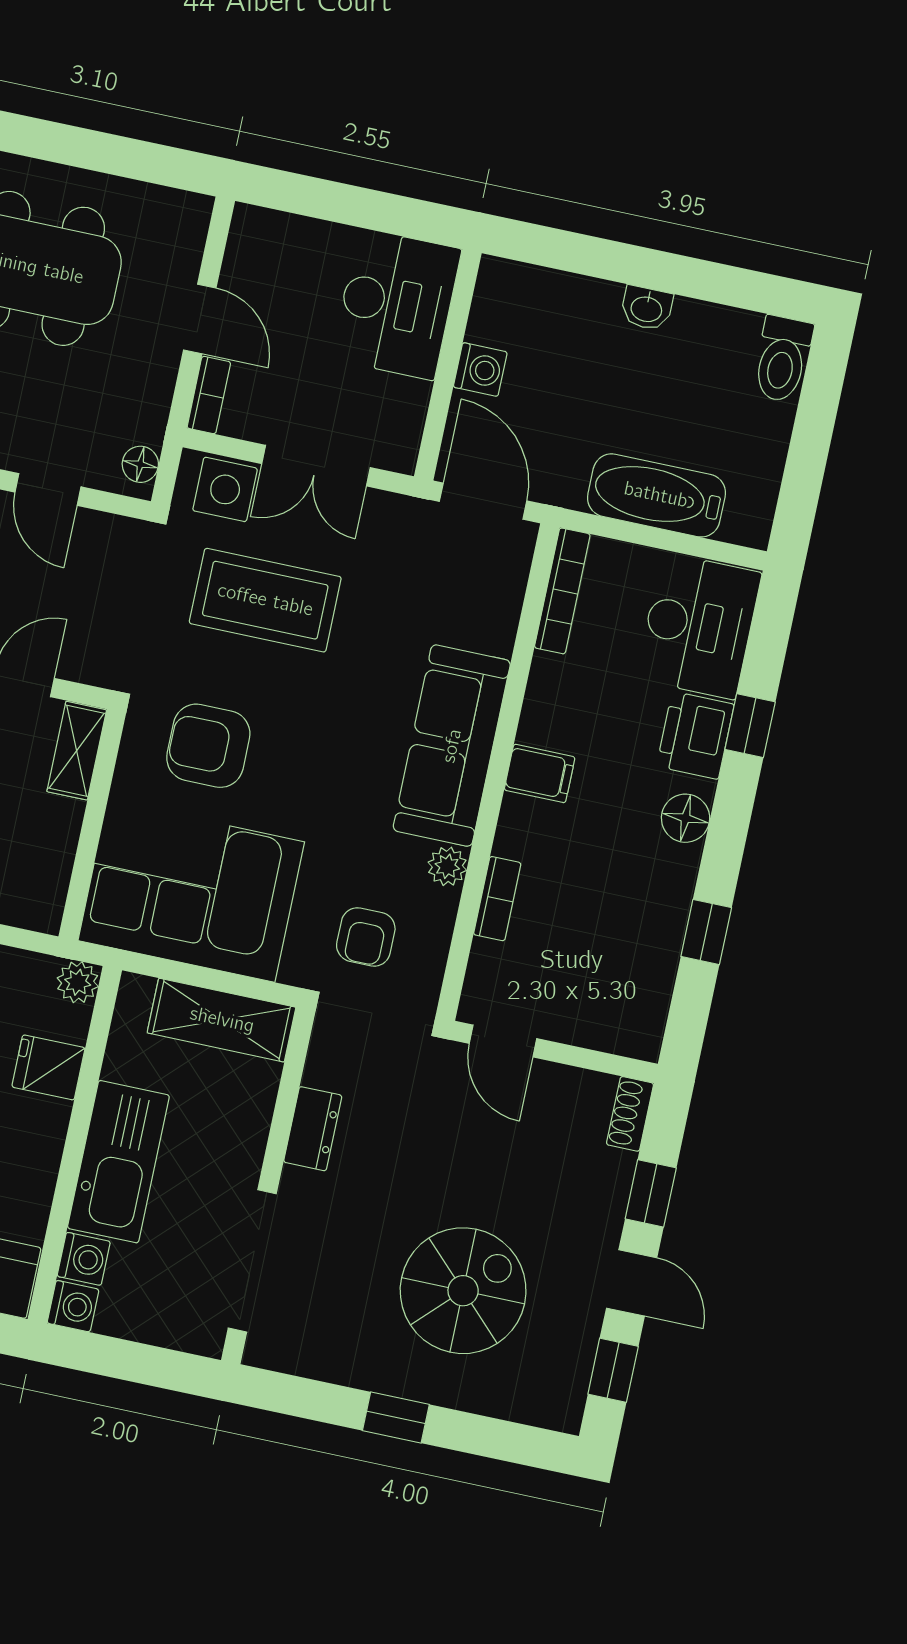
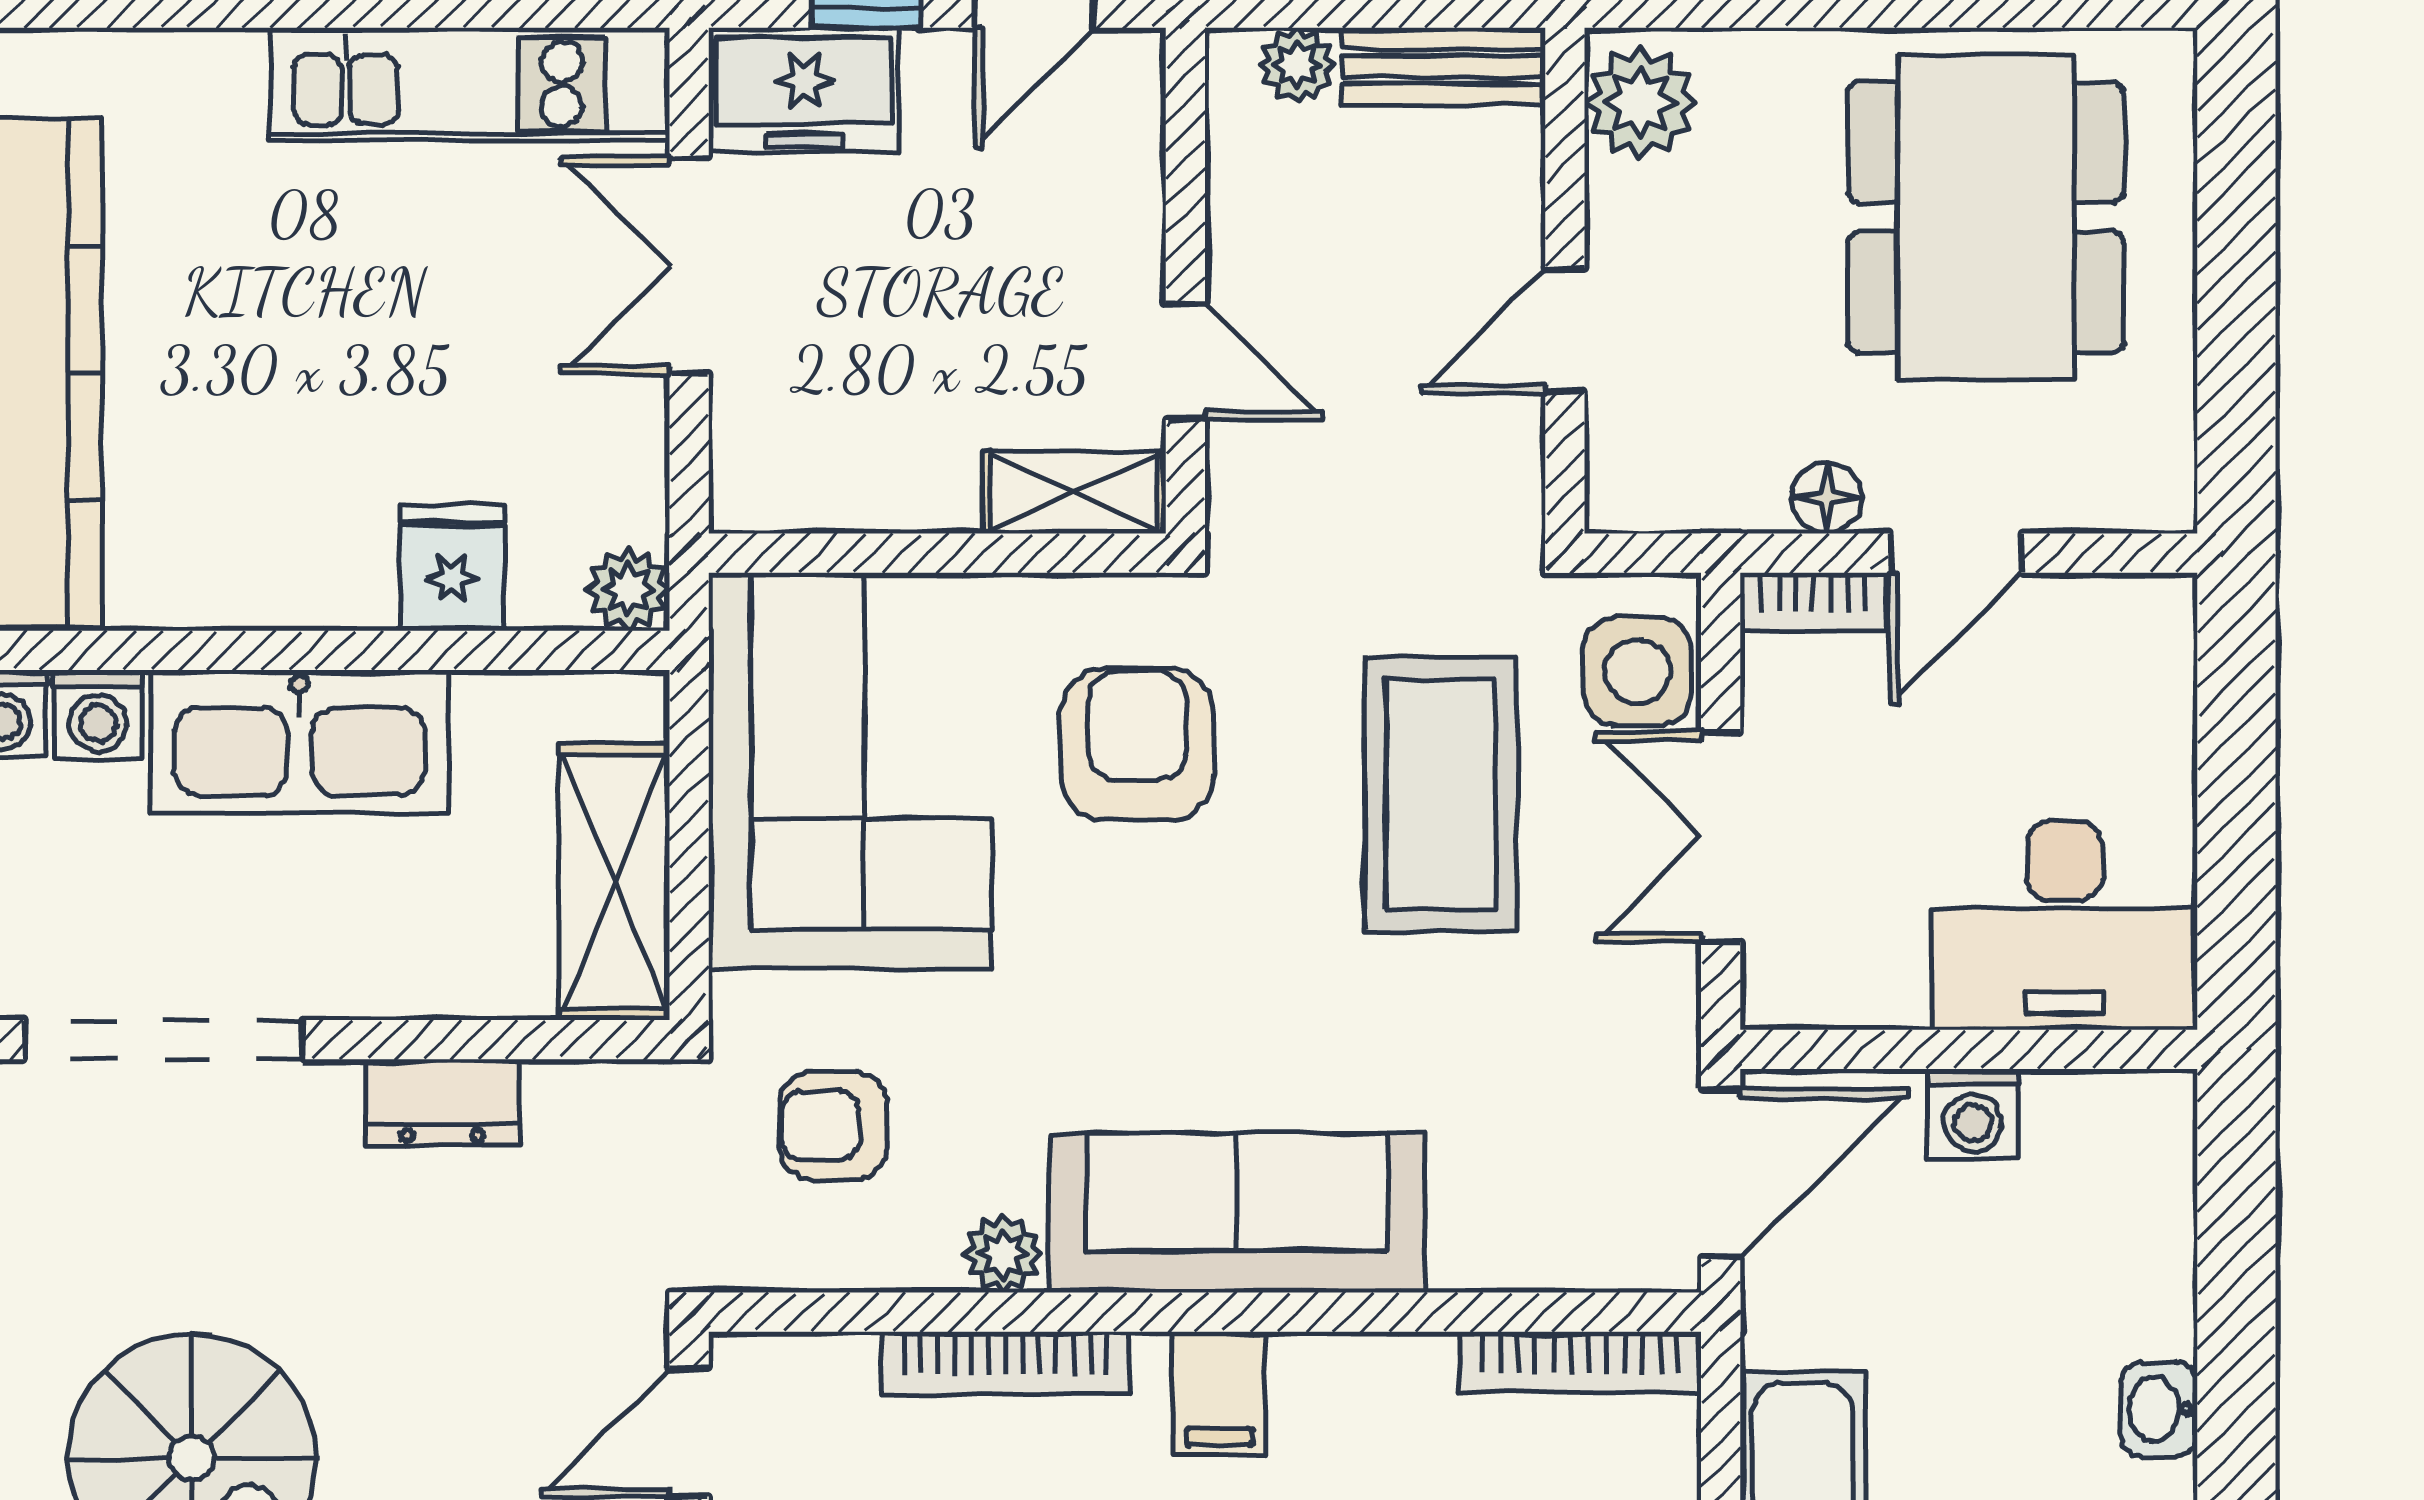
floor lamp: (140, 464) -> (1827, 498), moved
bookcase: (497, 899) -> (1005, 1363), width x1.56

